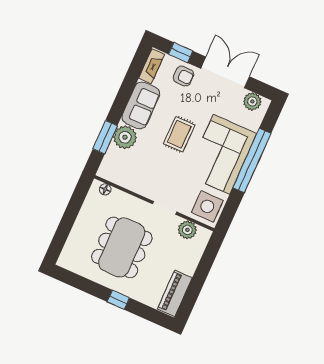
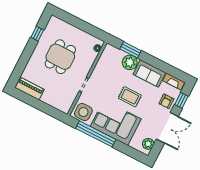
window: (252, 161) -> (96, 134), moved
plant: (187, 230) -> (69, 99), removed
dining table: (122, 247) -> (60, 57), width x0.73
window: (118, 300) -> (37, 34), moved

